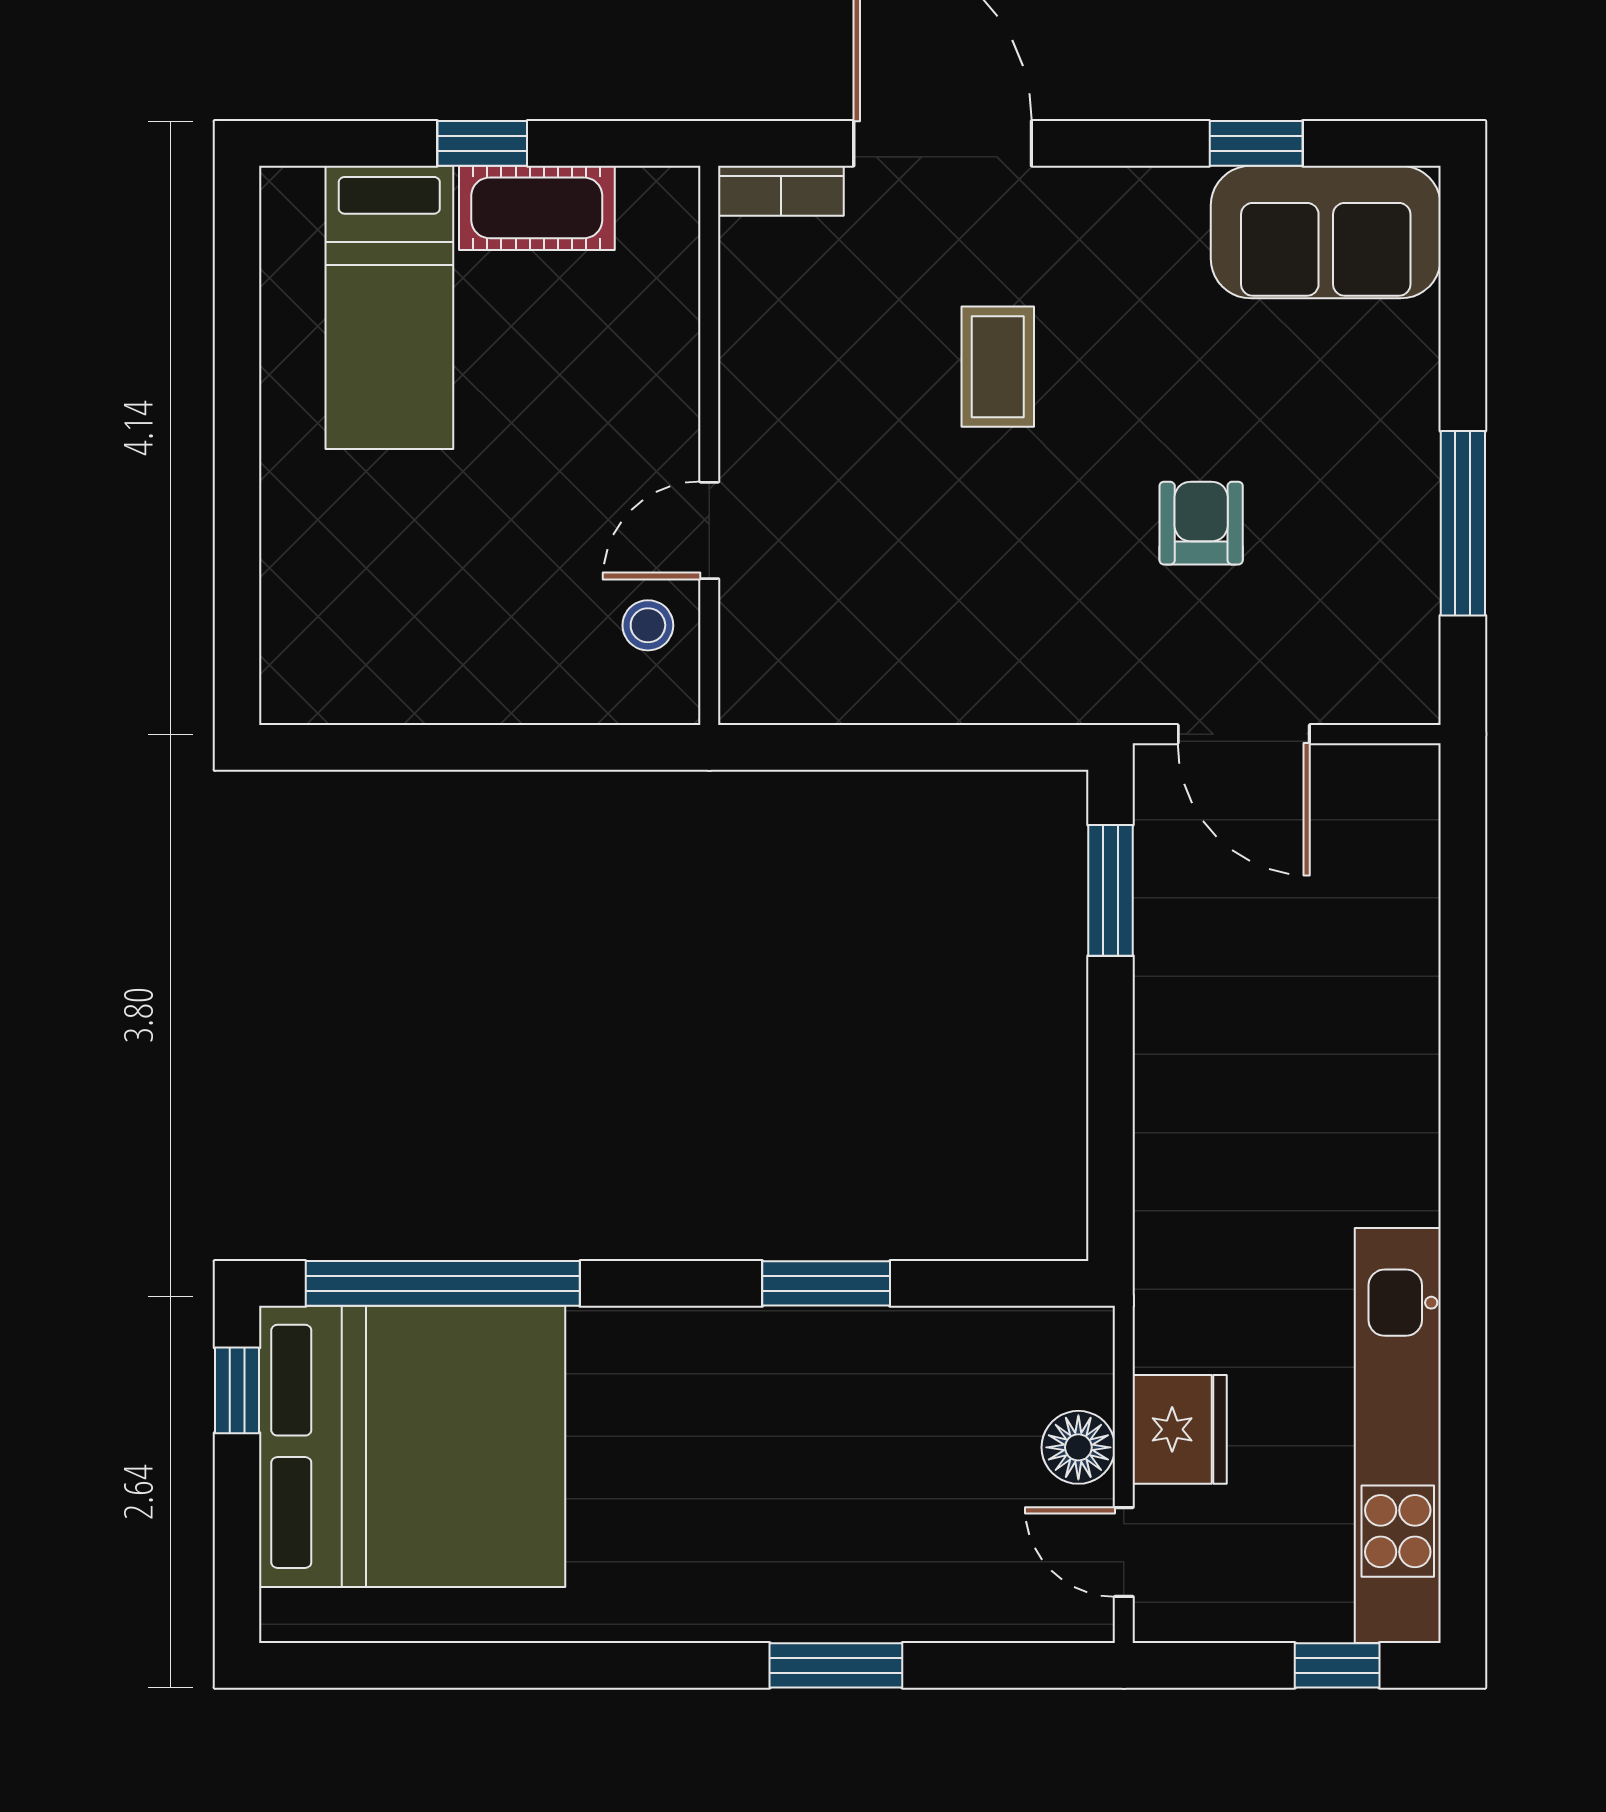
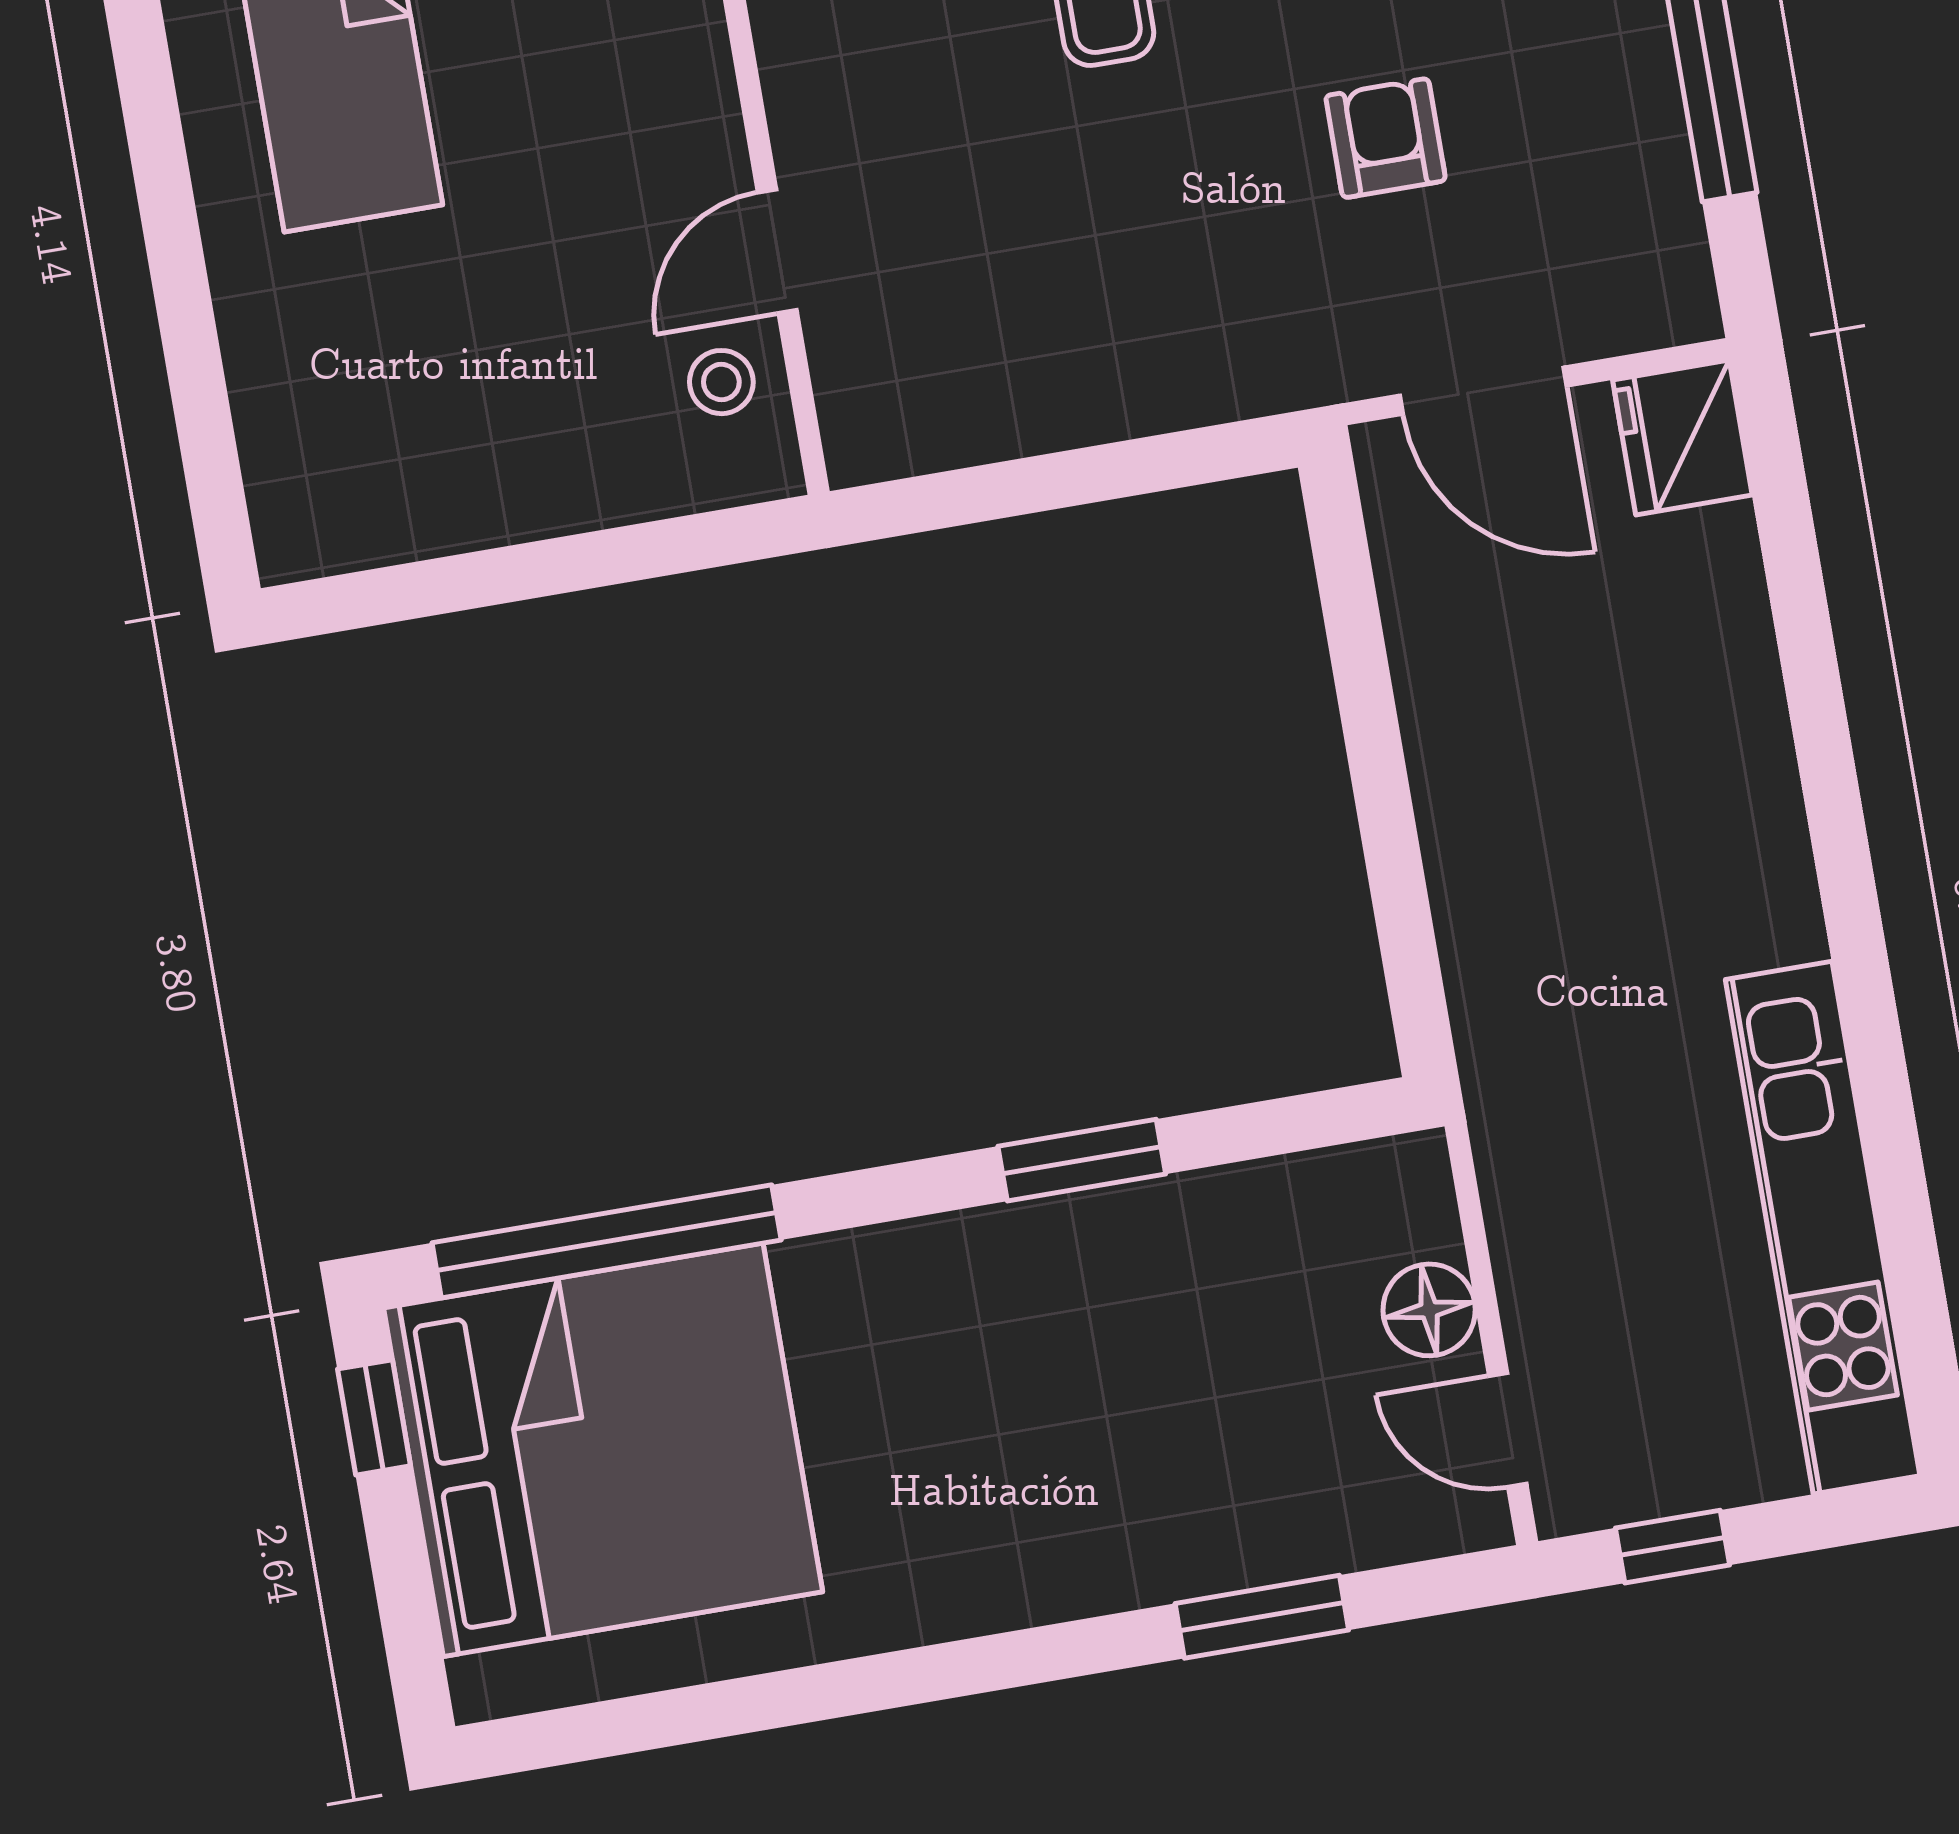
window: (1111, 890) -> (1351, 613), removed
fridge: (1180, 1429) -> (1682, 438), moved, turned 180
window: (836, 1665) -> (1262, 1617), moved
window: (1337, 1665) -> (1673, 1547), moved

